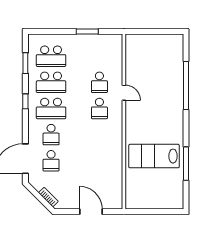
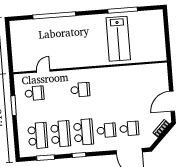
school desk: (99, 82) -> (34, 93), moved
door: (124, 93) -> (43, 71), moved
door: (91, 212) -> (172, 101), moved

